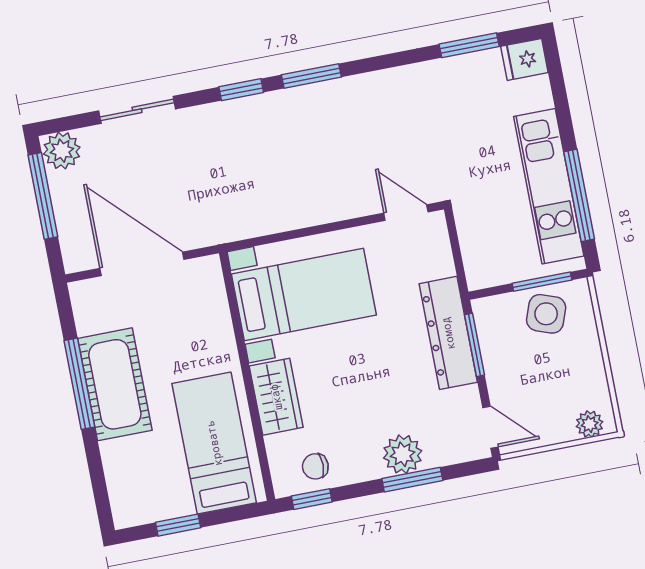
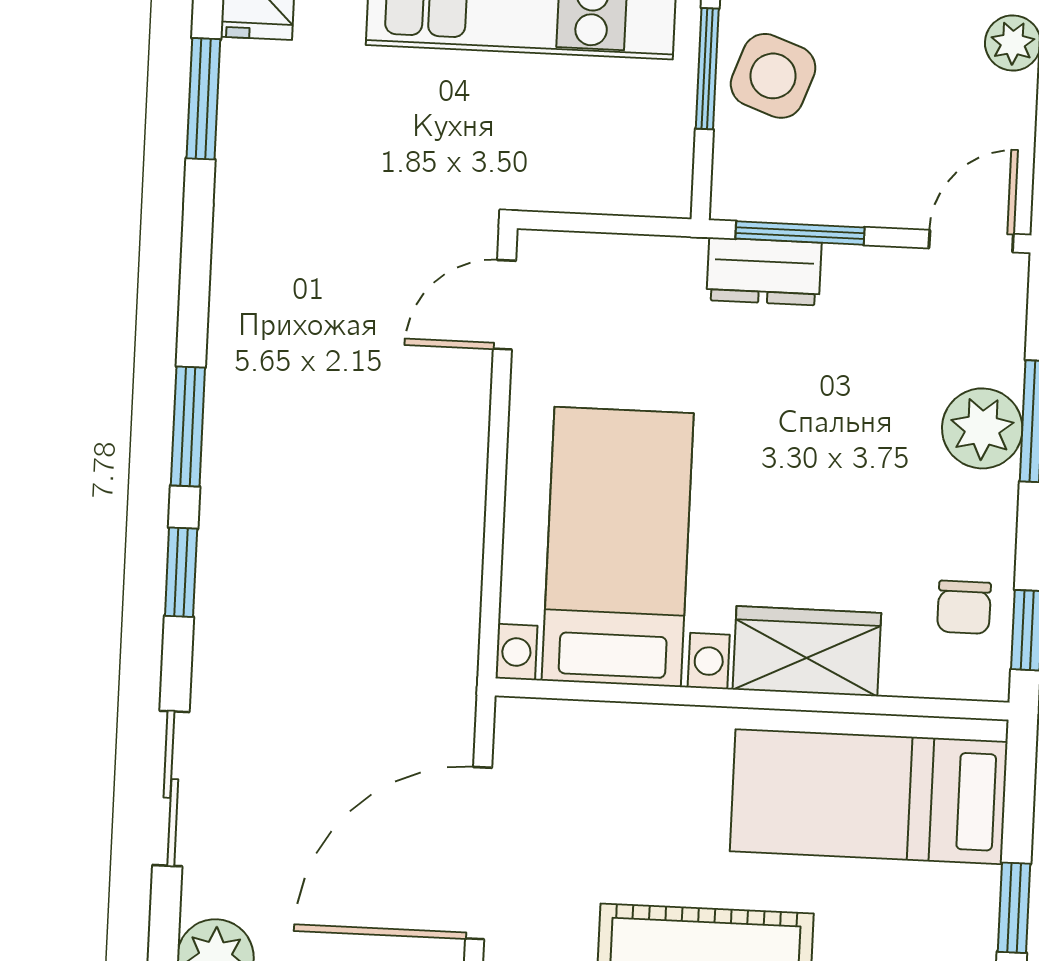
dresser: (448, 333) -> (764, 271), width x0.51, depth x0.80

